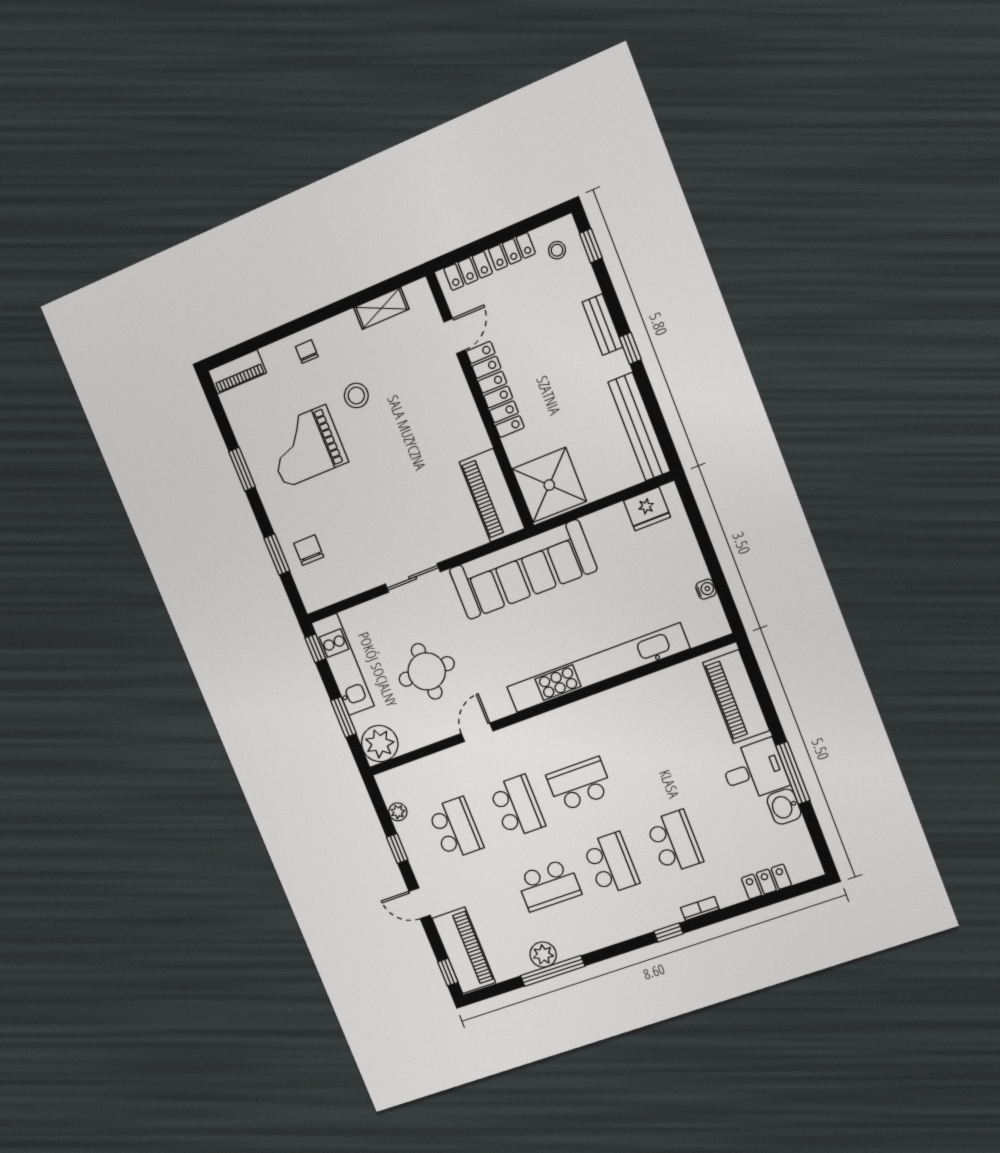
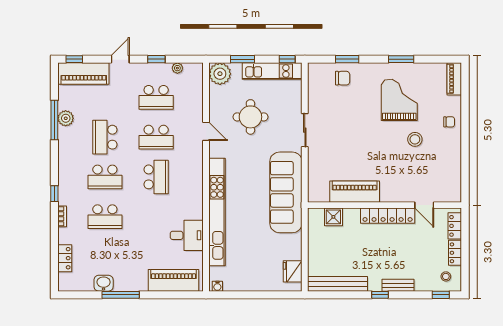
shelving: (381, 308) -> (455, 172), removed
shower: (549, 485) -> (333, 217), width x0.54, depth x0.54
piano: (492, 495) -> (355, 192), moved
water cooler: (706, 589) -> (217, 286), moved
desk: (754, 770) -> (187, 235), moved, turned -90

